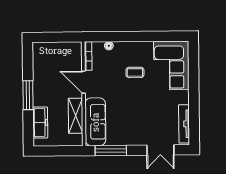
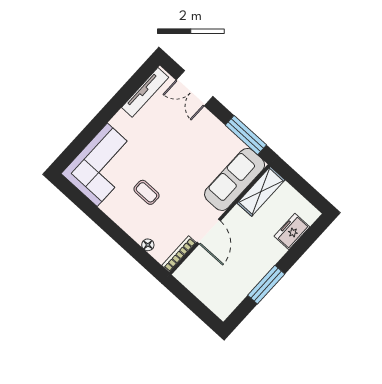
window: (28, 95) -> (266, 285), moved
shelving: (76, 116) -> (261, 191), moved
freezer: (40, 122) -> (292, 231), width x0.71
double door: (160, 150) -> (194, 88), swing flipped

